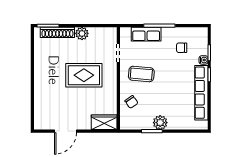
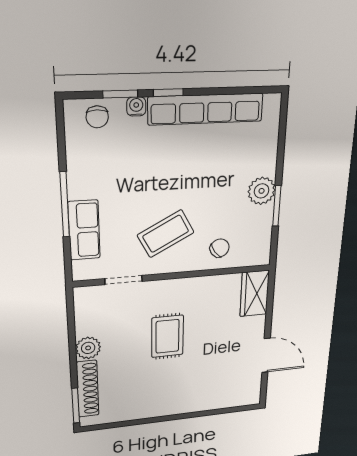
chair: (182, 48) -> (97, 117), moved
coffee table: (141, 74) -> (166, 234), turned 57
rug: (84, 75) -> (167, 336), width x0.73, depth x0.70

